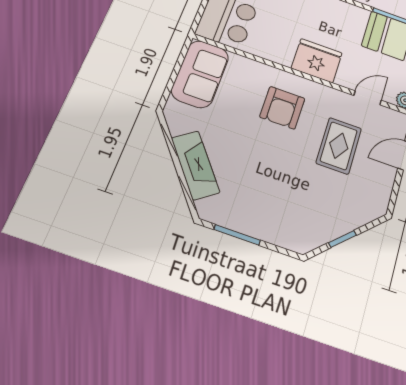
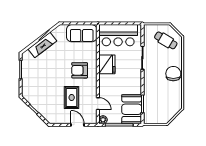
fridge: (317, 61) -> (107, 64), moved
rug: (339, 146) -> (72, 97), turned 90

